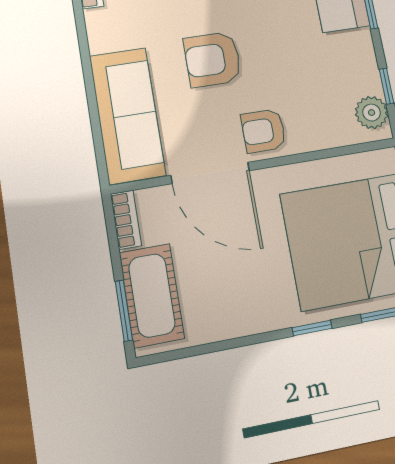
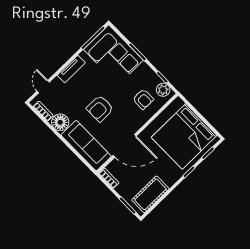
floor lamp: (108, 29) -> (60, 122), added
armchair: (264, 131) -> (143, 99), moved, turned -90
cot: (152, 295) -> (150, 194), moved, turned 90

